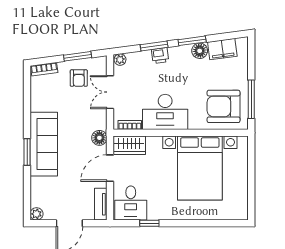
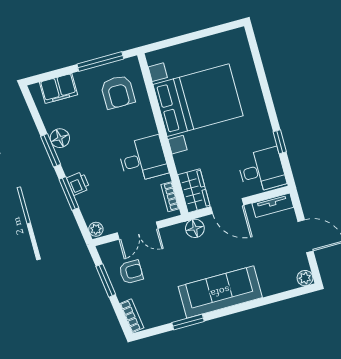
filing cabinet: (222, 49) -> (58, 88), moved, turned 98
armchair: (224, 106) -> (118, 92), width x0.73, depth x0.73
desk: (165, 112) -> (143, 159), width x0.73
window: (27, 152) -> (188, 322), moved

